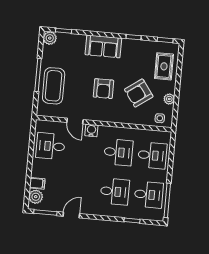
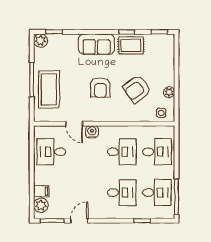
rug: (164, 66) -> (131, 45), moved, turned 90

